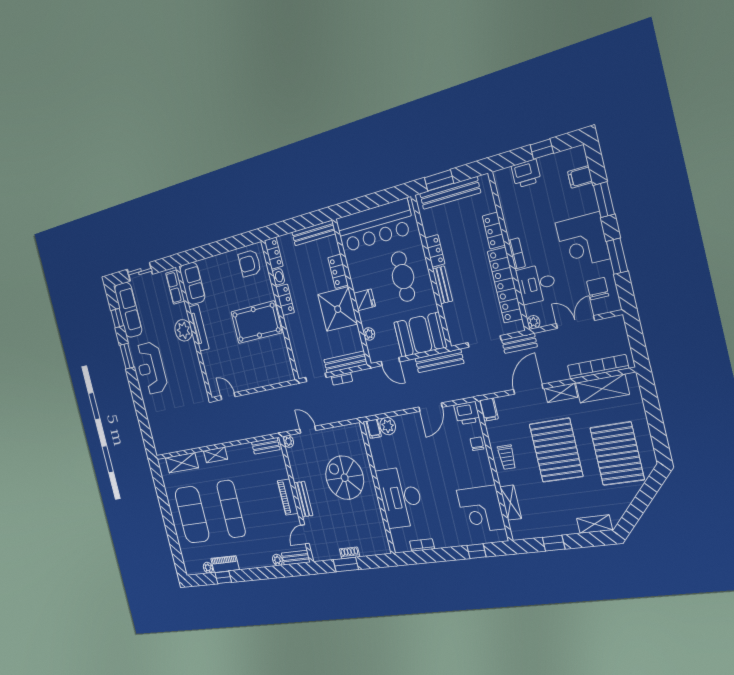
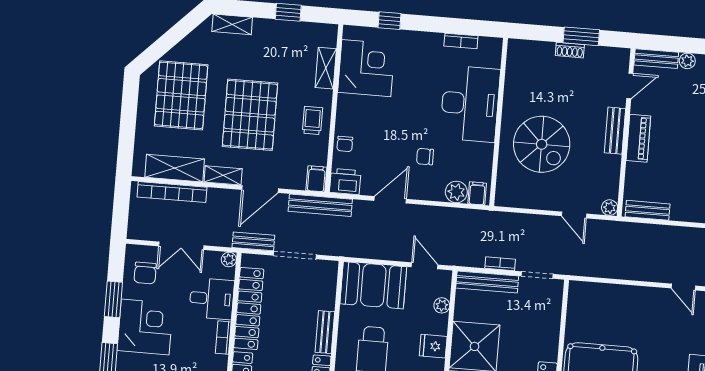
bench: (439, 361) -> (320, 205), moved
chair: (417, 448) -> (425, 157), added

